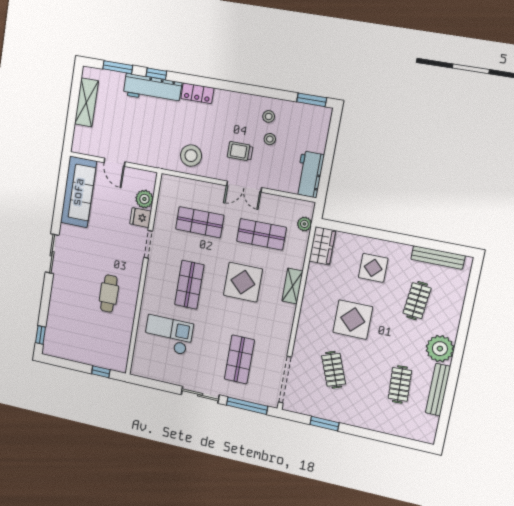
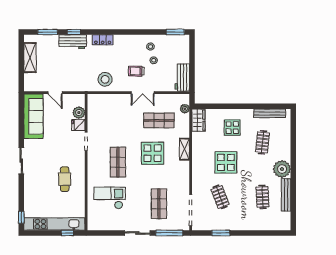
workbench: (152, 89) -> (73, 42), width x0.73
shop shelf: (200, 222) -> (118, 120), removed
kitchen unit: (85, 355) -> (54, 224), added

